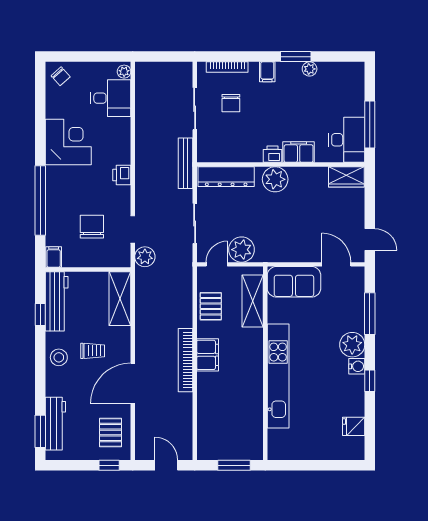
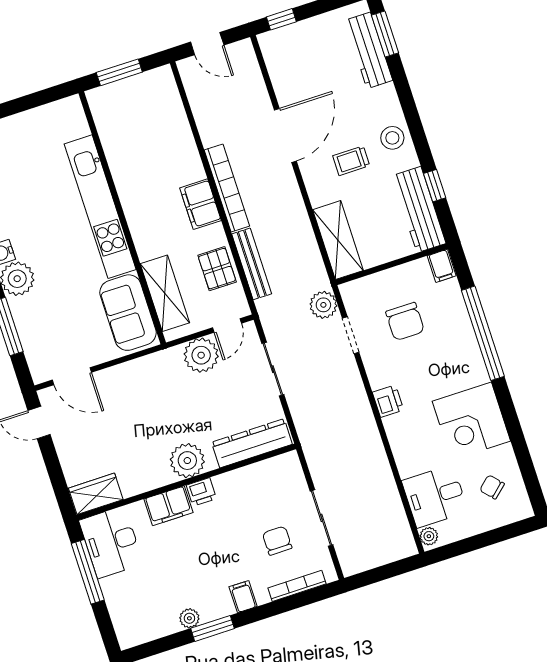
chair: (61, 76) -> (492, 487), moved
bench: (186, 163) -> (252, 264), moved
sofa: (294, 282) -> (128, 313), moved, turned -90
pallet: (110, 432) -> (294, 62), removed

